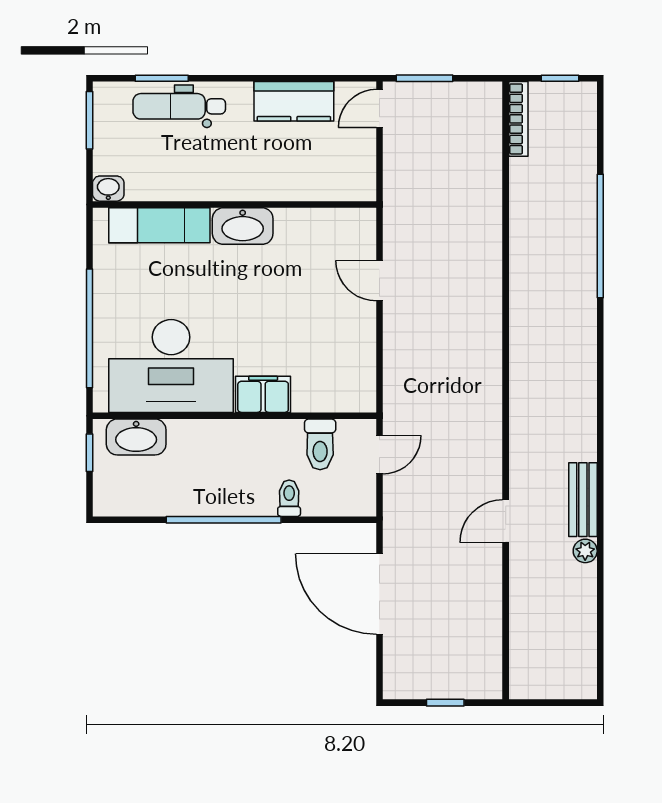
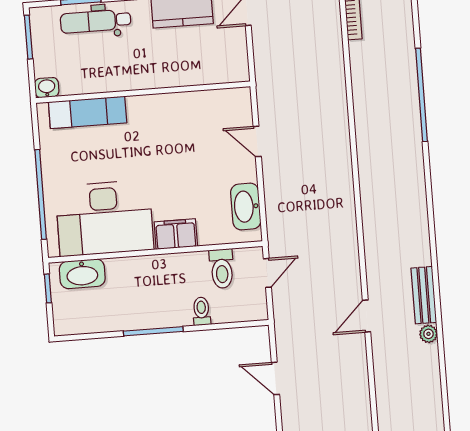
washbasin: (243, 226) -> (246, 207), moved, turned 90
window: (224, 520) -> (153, 331), width x0.68
door: (379, 594) -> (275, 378), width x0.53

